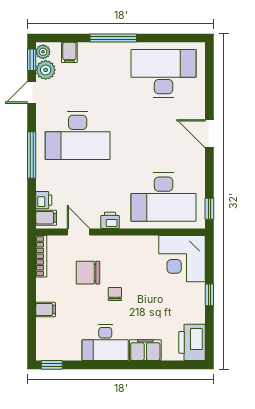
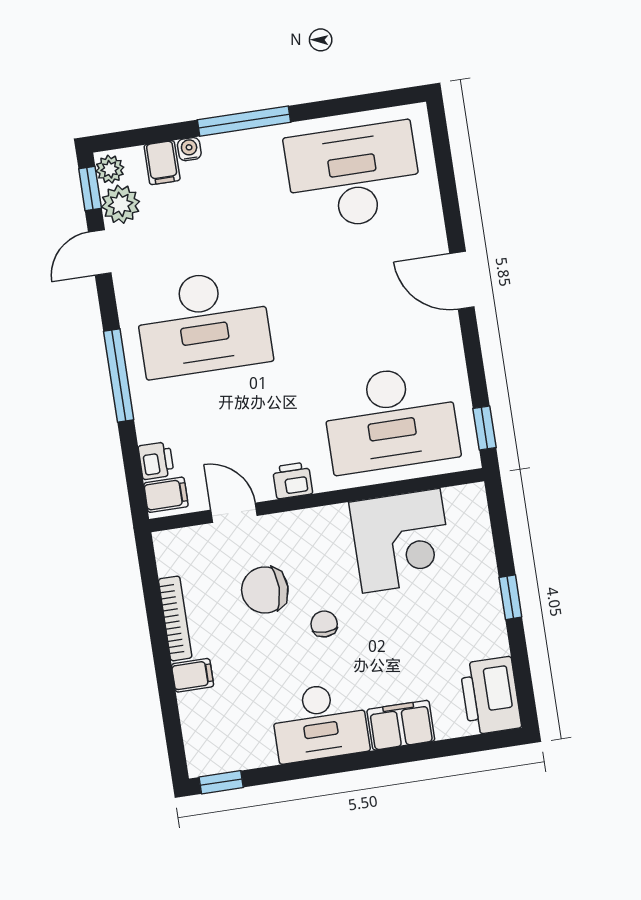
water cooler: (84, 48) -> (189, 149), added
bookcase: (41, 256) -> (175, 618), moved
corner desk: (182, 259) -> (401, 541), moved, turned -90

